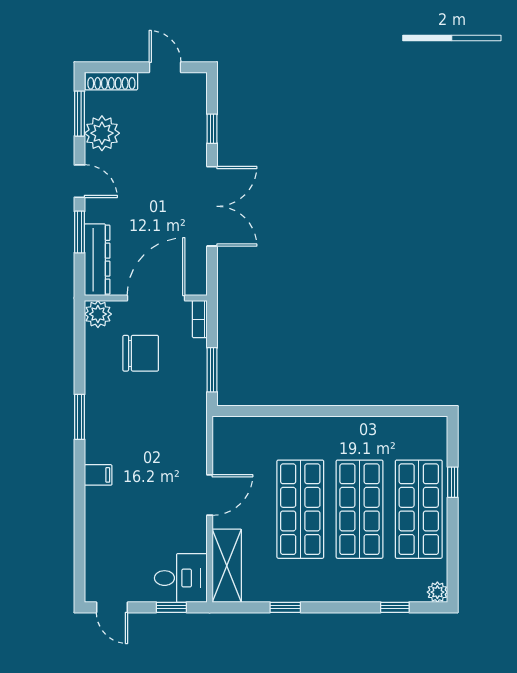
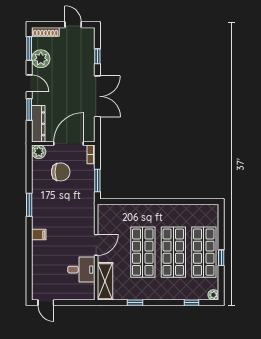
window: (453, 482) -> (221, 258), moved
desk: (181, 578) -> (81, 270), moved
window: (171, 607) -> (76, 303), removed

